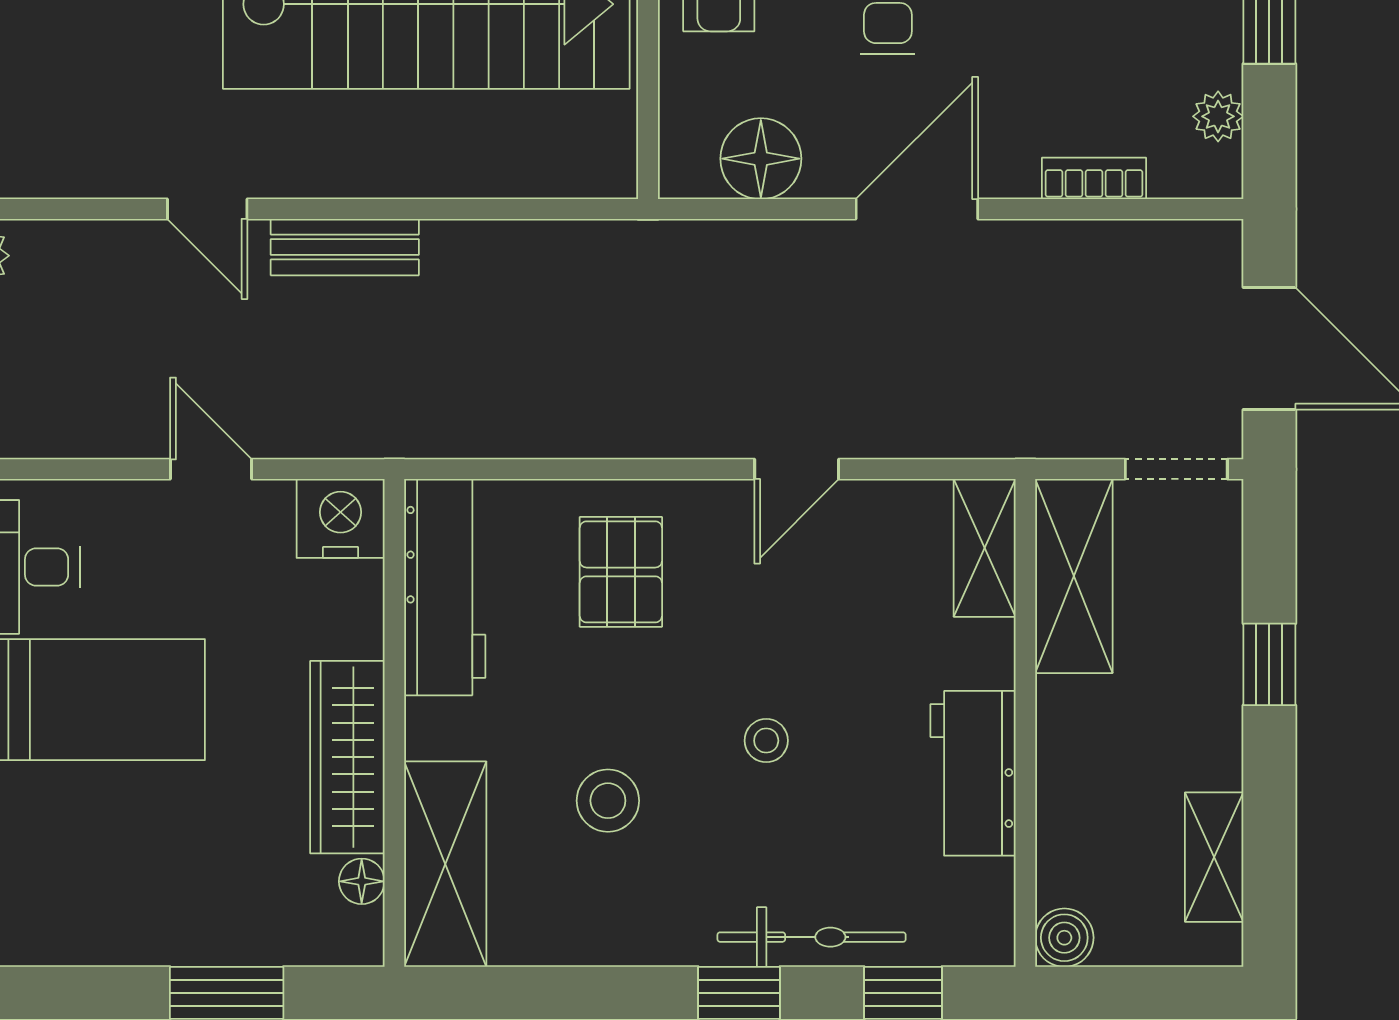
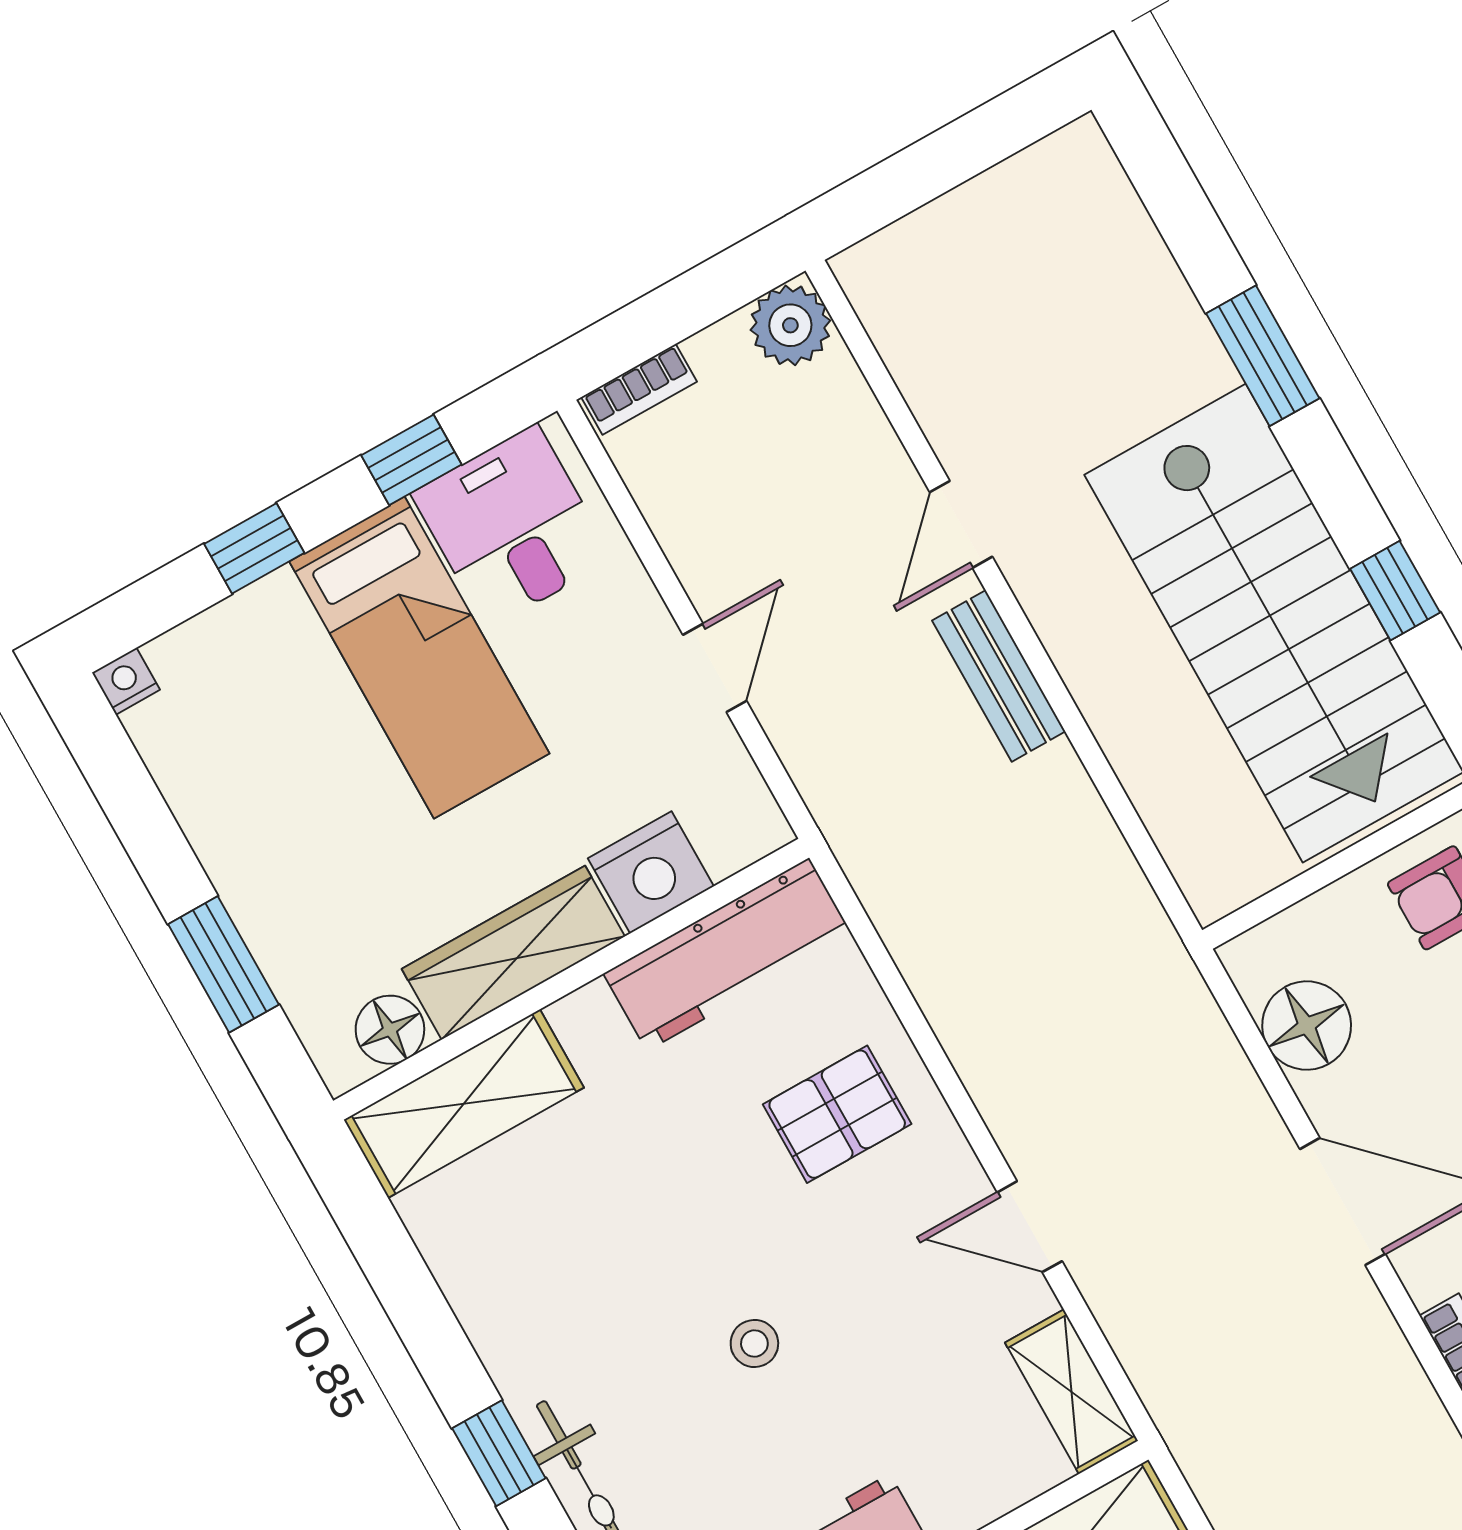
nightstand: (341, 518) -> (651, 872), moved, turned 90
shelving: (985, 548) -> (1071, 1392), moved, turned 90
stool: (608, 801) -> (612, 1225), removed
floor lamp: (362, 881) -> (390, 1030), width x1.37, depth x1.37

